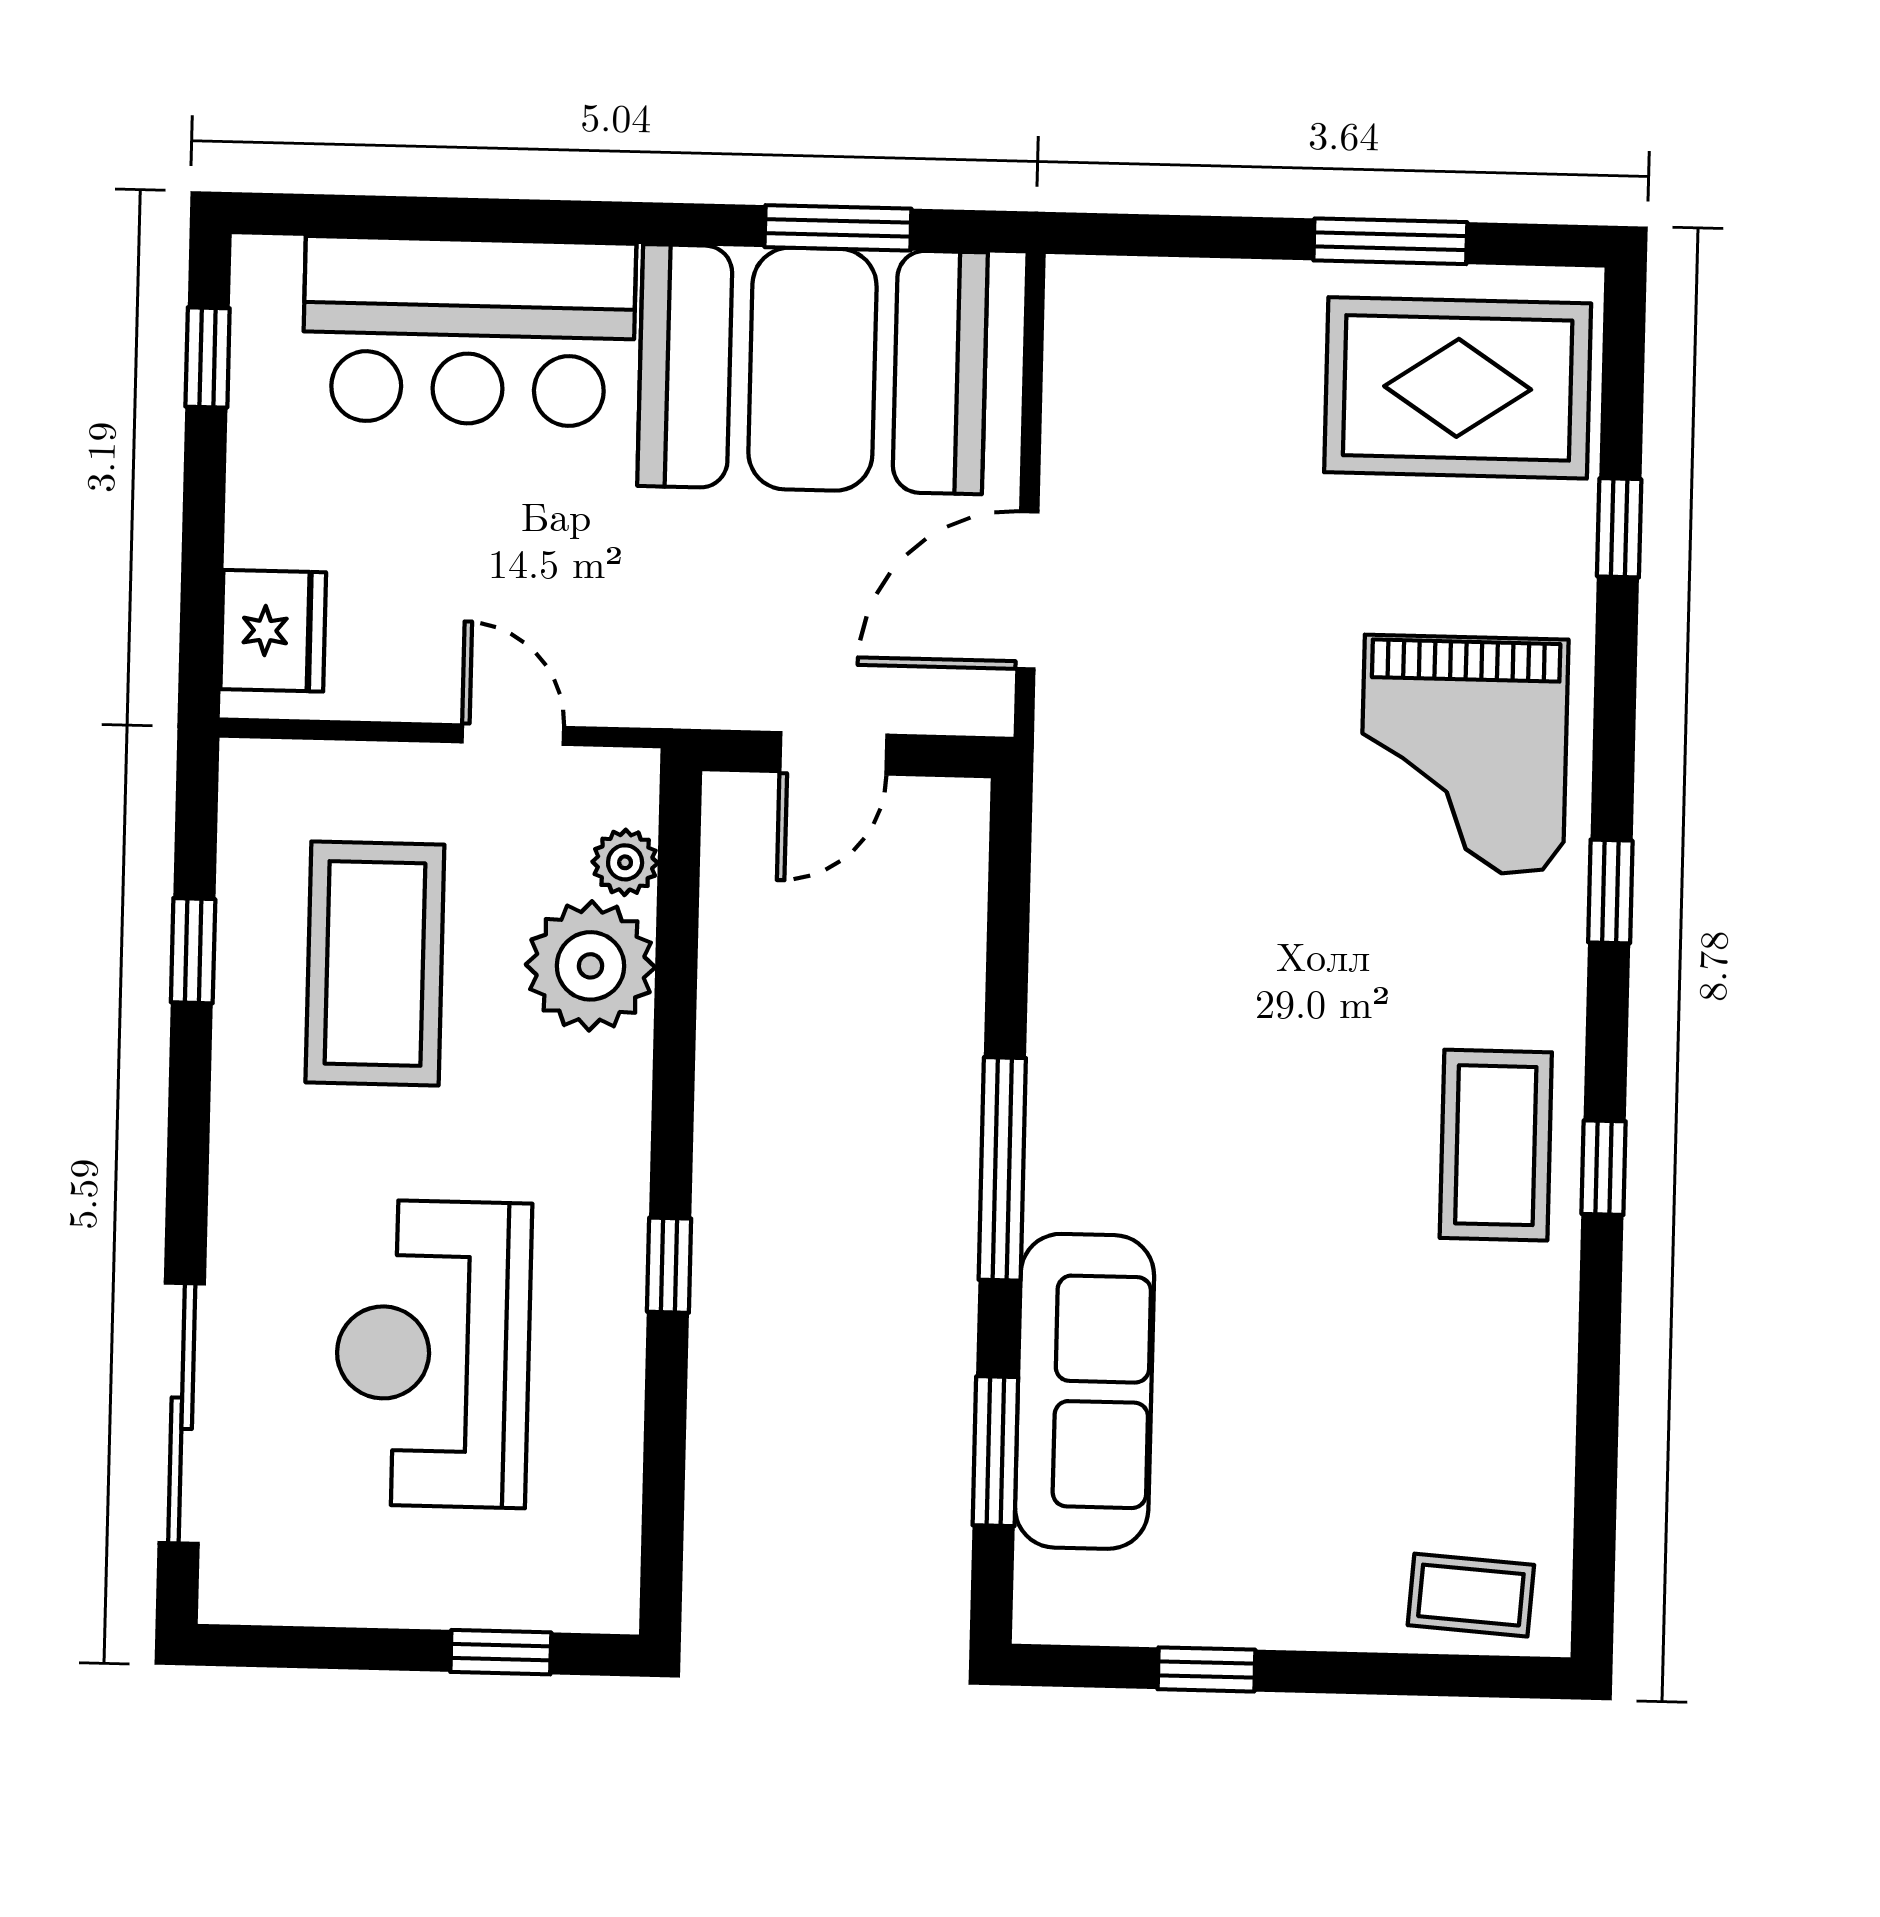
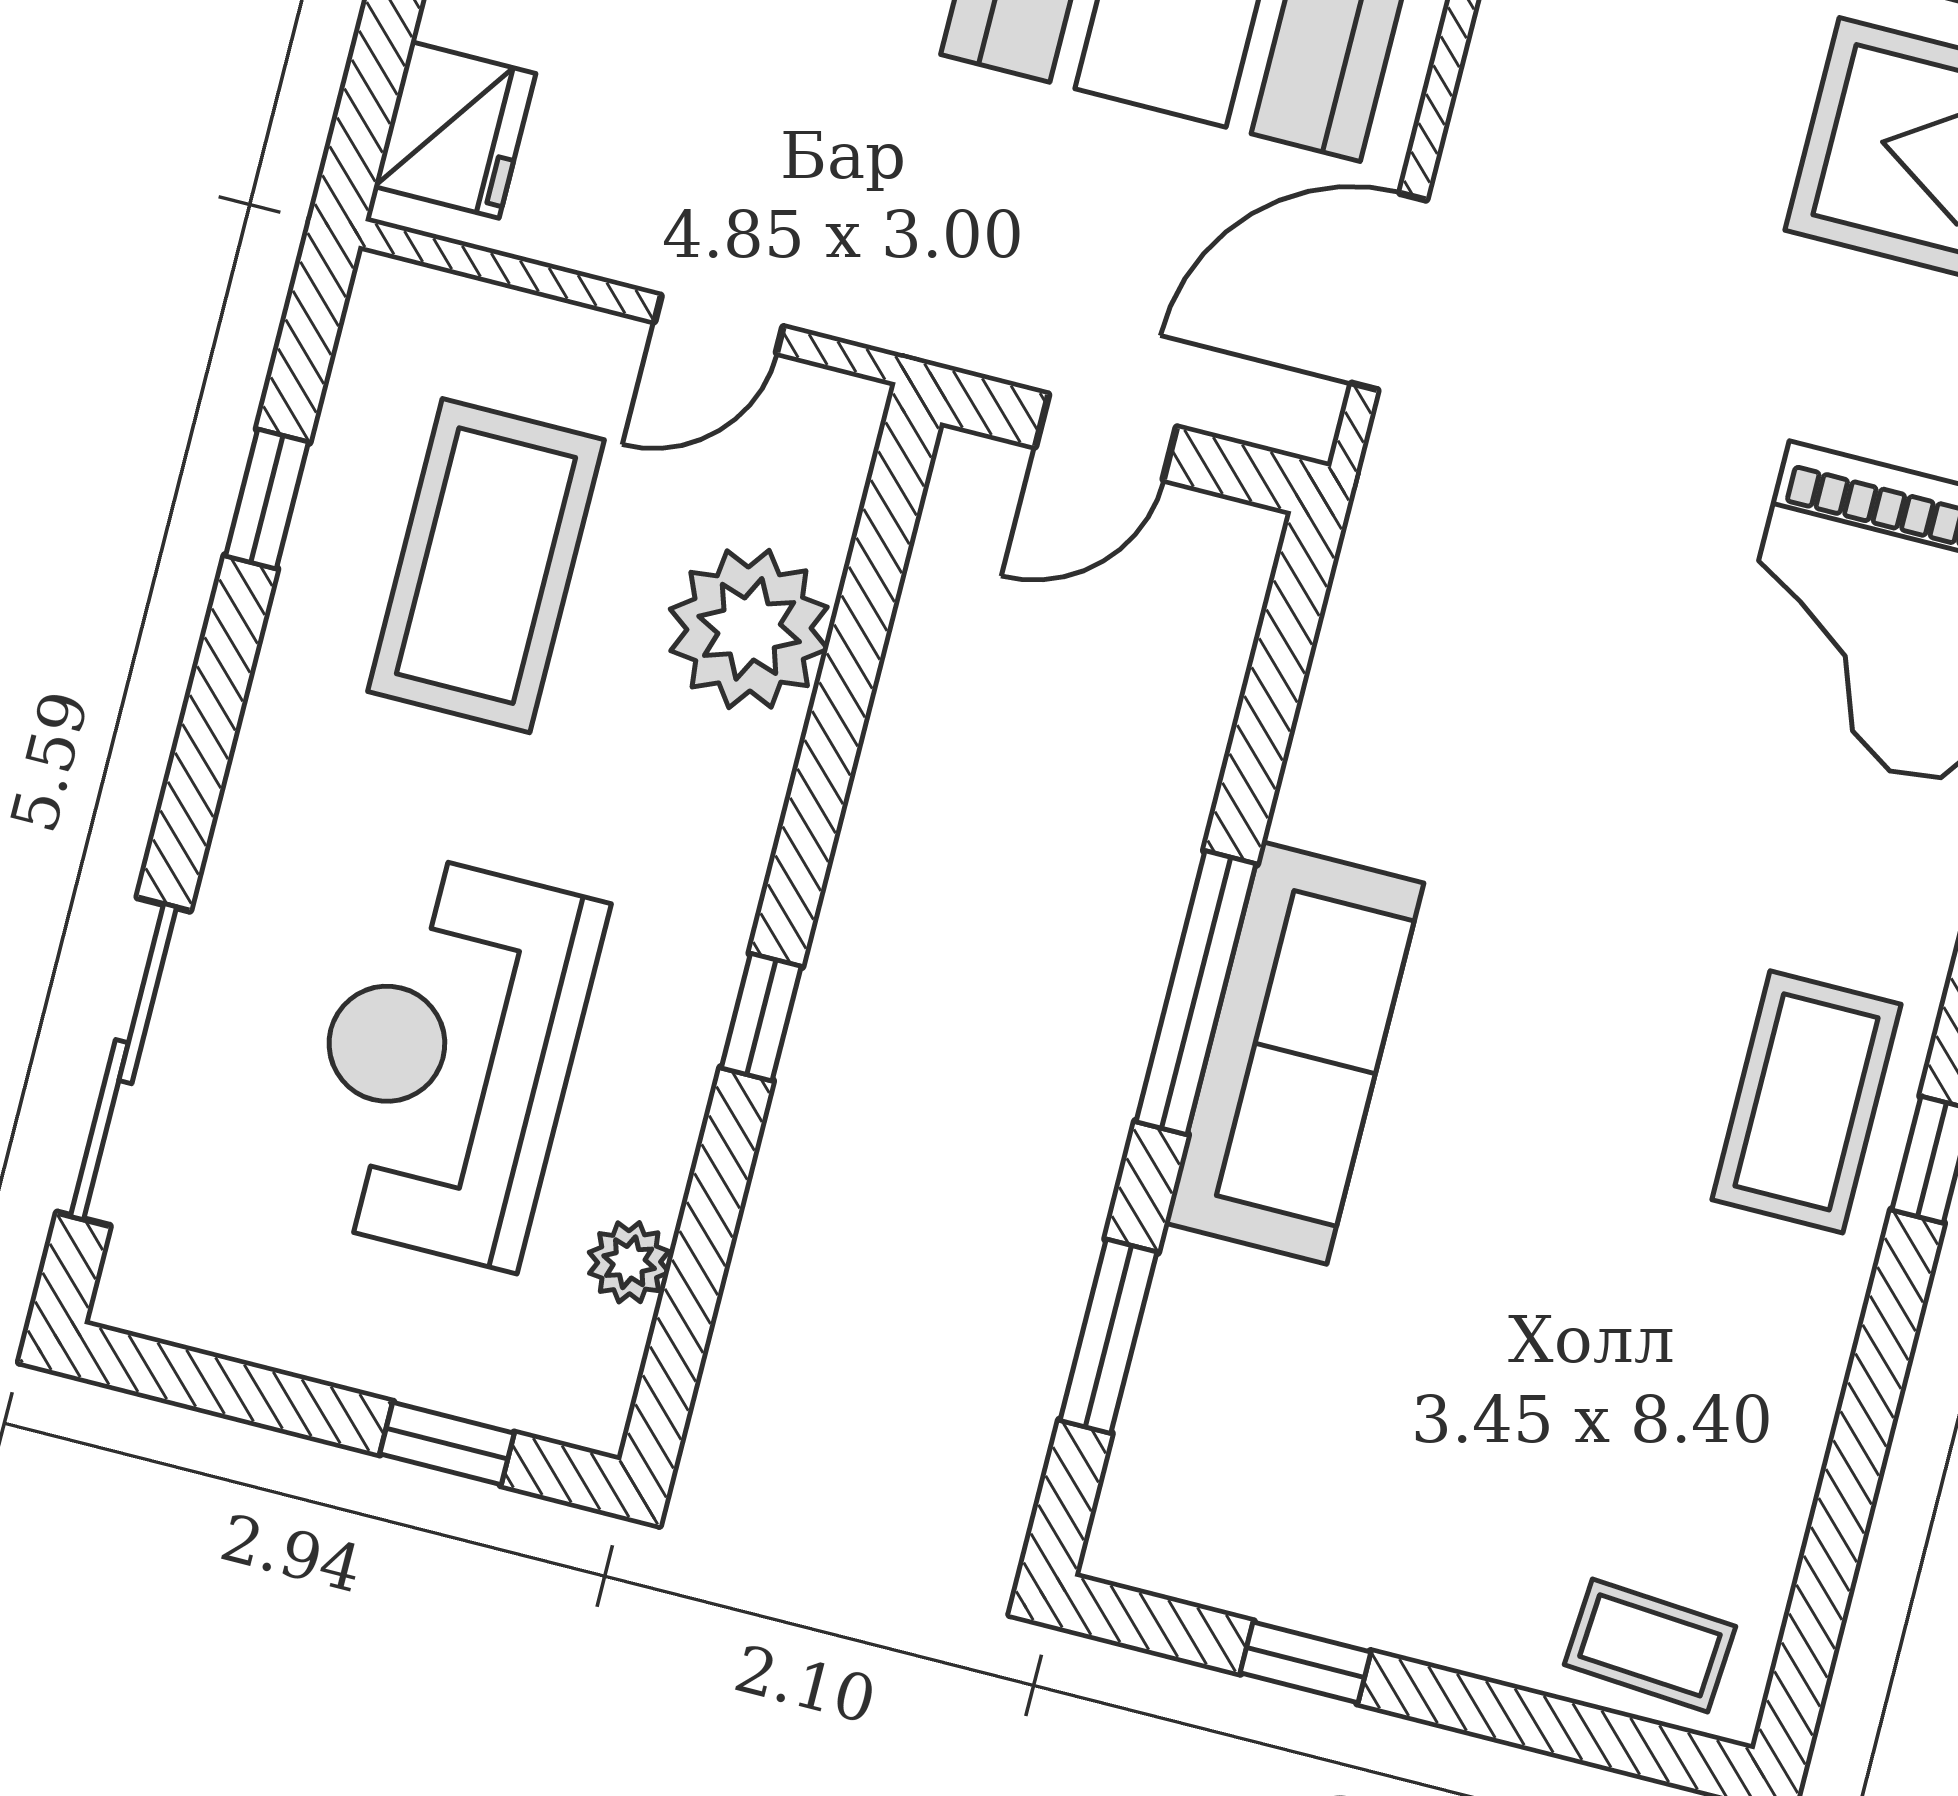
door: (513, 735) -> (719, 324), swing flipped
plant: (625, 862) -> (629, 1262), moved
sofa: (1085, 1391) -> (1294, 1053), moved

